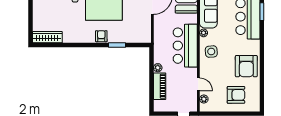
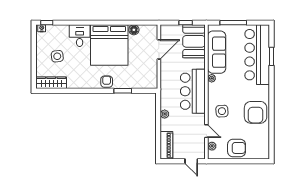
side table: (53, 11) -> (57, 56), added
side table: (211, 52) -> (222, 111), moved
piano: (160, 86) -> (166, 145), moved
armchair: (236, 95) -> (237, 148), moved

